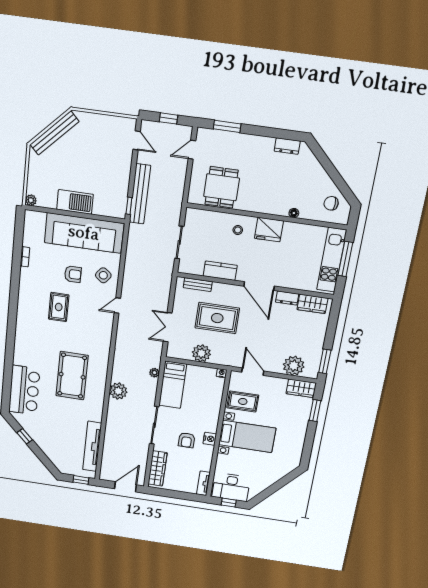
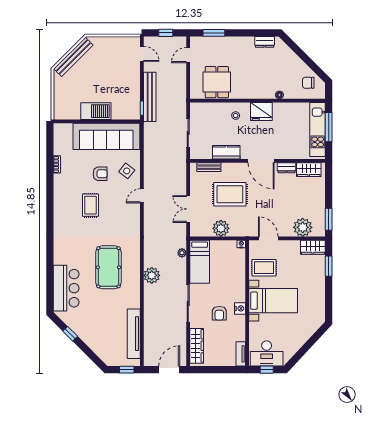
plant: (31, 200) -> (58, 115), removed

